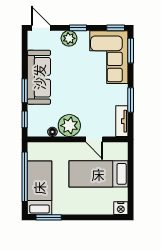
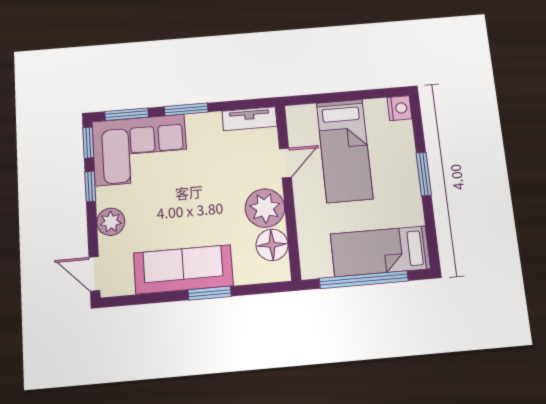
door: (41, 28) -> (94, 274), hinge flipped
window: (78, 28) -> (90, 186), moved
window: (131, 100) -> (186, 109), moved
window: (25, 119) -> (261, 289), removed
floor lamp: (52, 132) -> (272, 245), width x1.89, depth x1.89
window: (49, 217) -> (424, 174), moved

